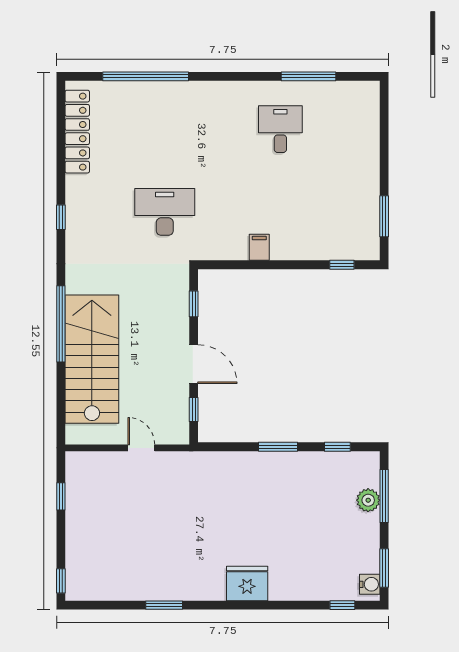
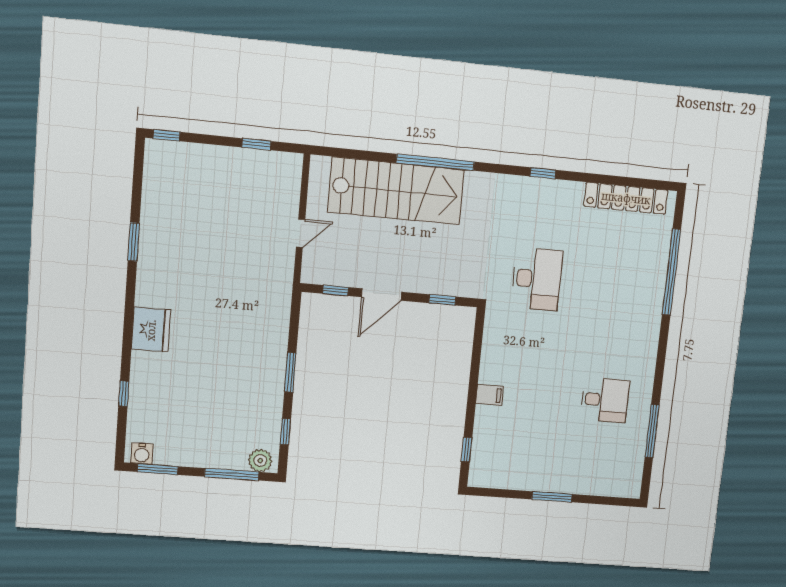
window: (384, 216) -> (552, 497), moved
filing cabinet: (259, 247) -> (490, 395), moved
plant: (368, 500) -> (260, 460), moved
window: (342, 605) -> (124, 394), moved

